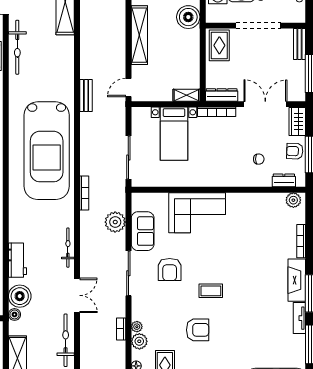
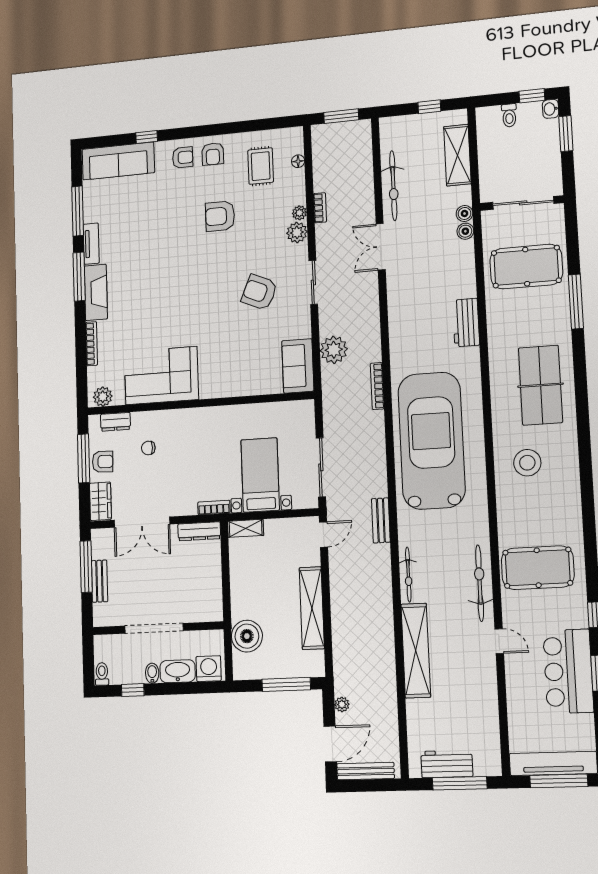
bench: (299, 44) -> (100, 581), moved
rug: (219, 45) -> (204, 599), removed
bookcase: (217, 112) -> (214, 508), width x0.64
sliding door: (128, 157) -> (321, 467), moved
corner sofa: (197, 213) -> (161, 376), moved
sofa: (143, 231) -> (298, 366), moved
bicycle: (68, 248) -> (408, 575), moved
workbench: (17, 260) -> (466, 323), moved
armchair: (170, 269) -> (259, 292), turned -67
sliding door: (128, 273) -> (313, 283), width x0.73
coffee table: (211, 291) -> (205, 269), removed
boiler: (20, 296) -> (465, 231), width x0.54, depth x0.54
plant: (139, 341) -> (297, 232), moved

